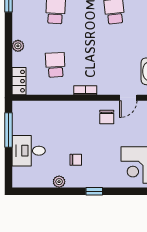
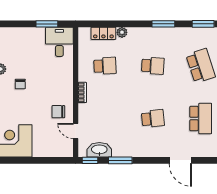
locker: (19, 81) -> (103, 33), moved
window: (9, 130) -> (47, 24), width x0.69
desk: (29, 151) -> (59, 42), moved

